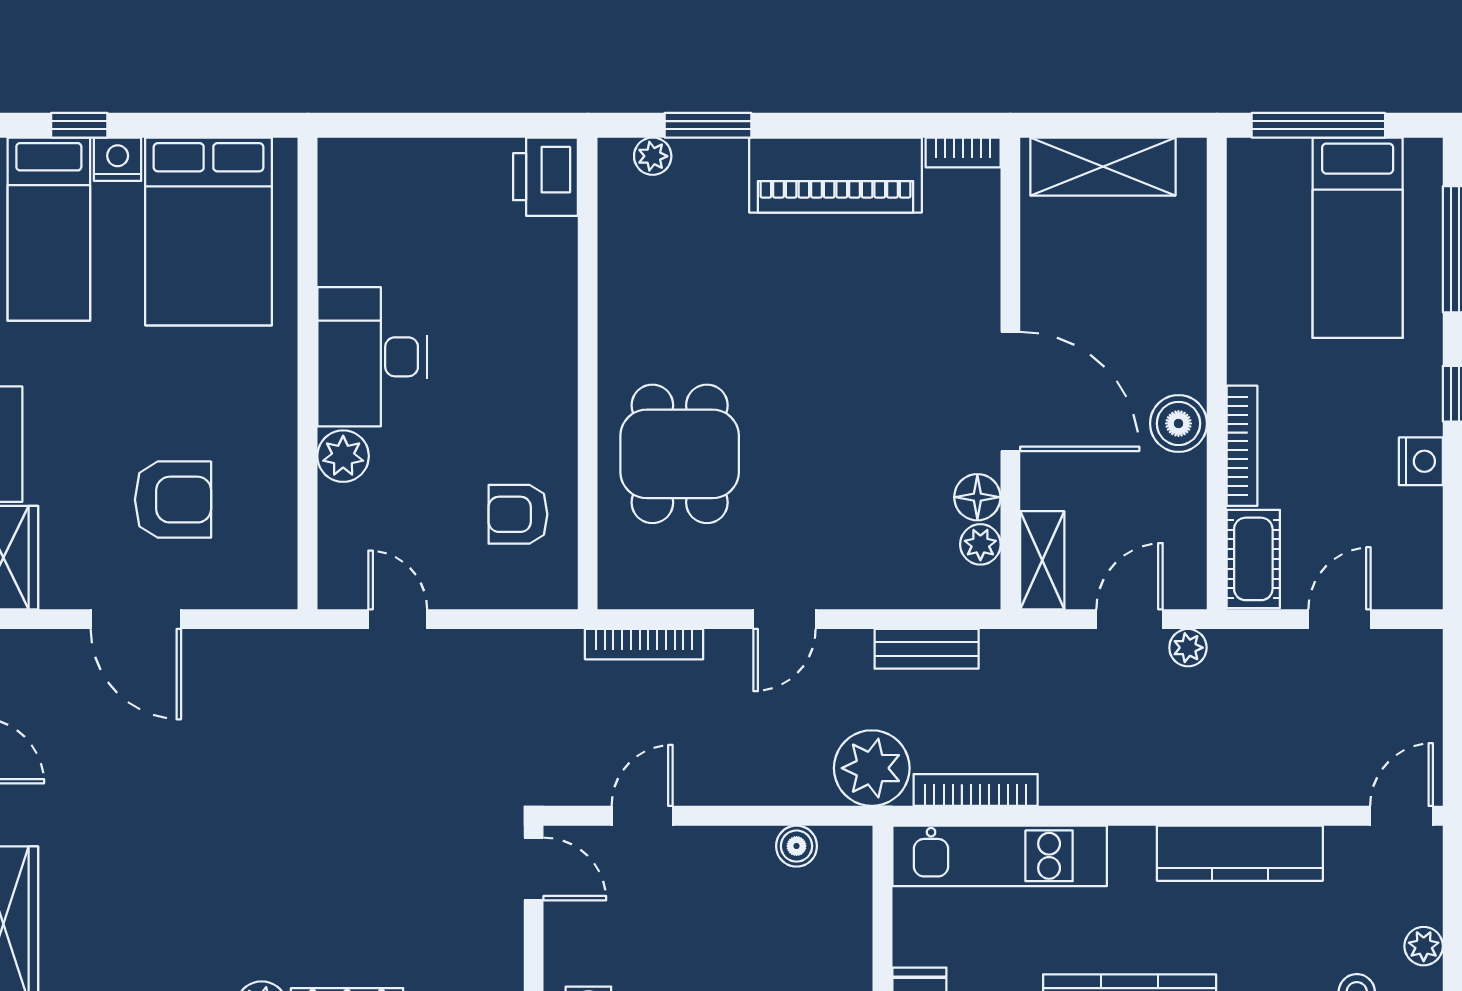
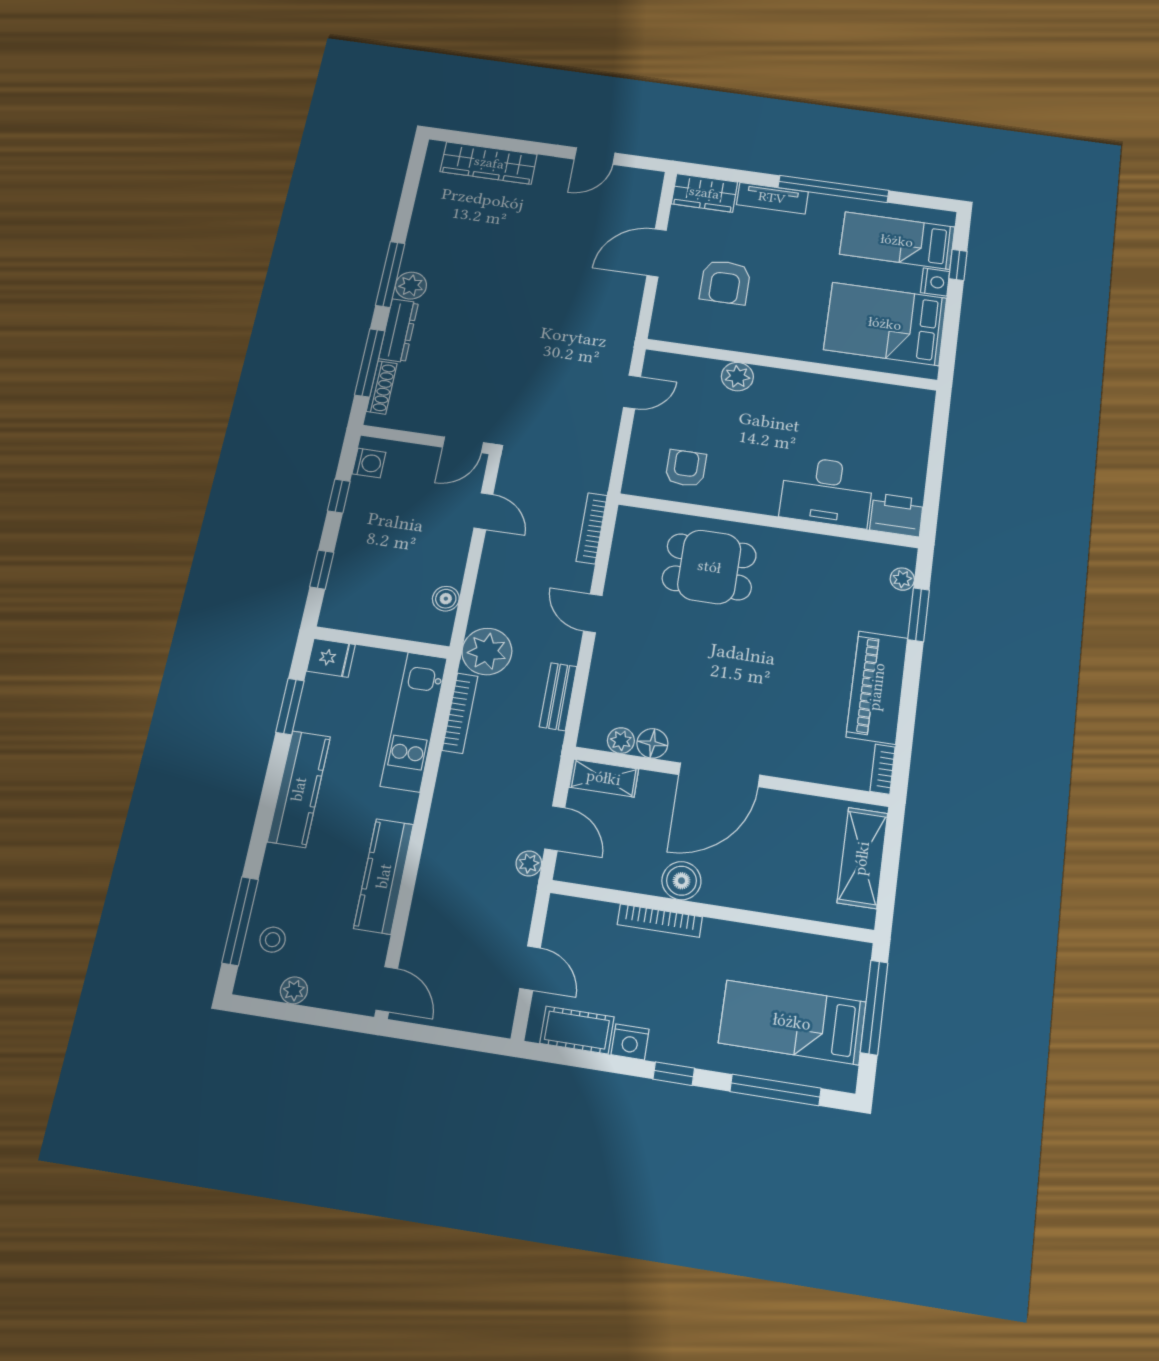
desk: (372, 357) -> (827, 492), moved, turned 180
cot: (1253, 559) -> (577, 1030), moved

